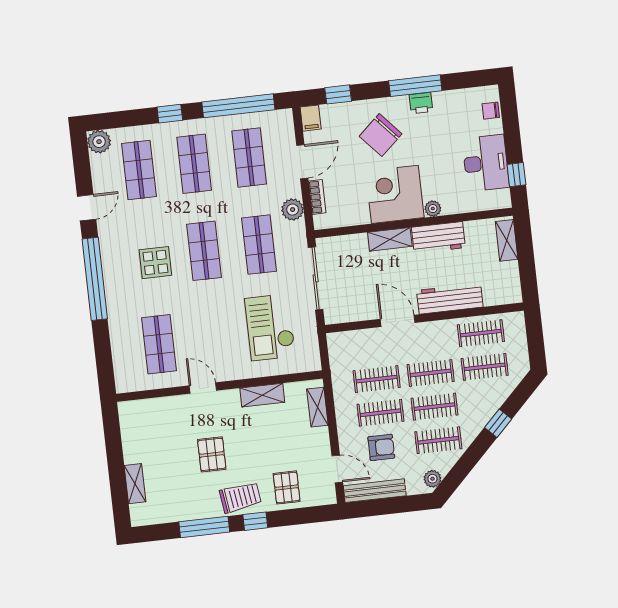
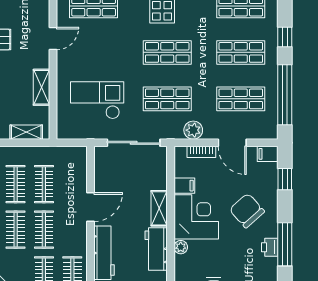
filing cabinet: (359, 213) -> (184, 186), added

